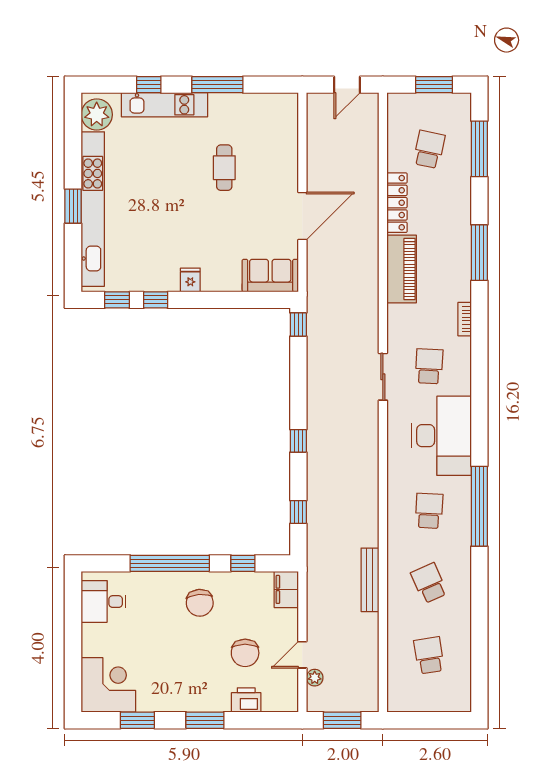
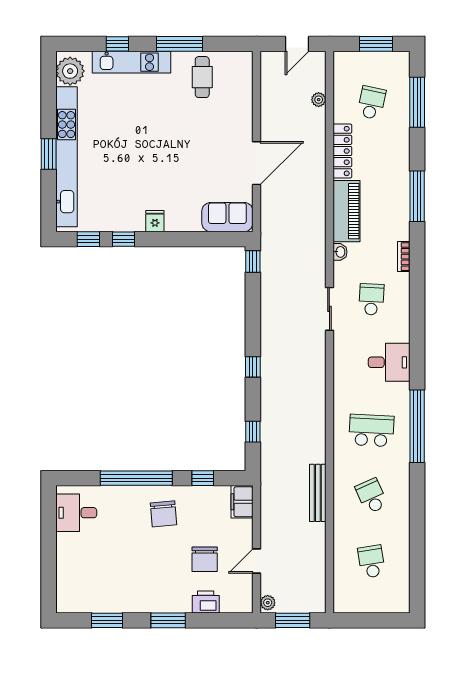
plant: (371, 146) -> (319, 100), added
cafe table: (224, 168) -> (202, 77), moved
washbasin: (394, 314) -> (340, 252), added
desk: (442, 436) -> (389, 362), width x0.53, depth x0.77
school desk: (429, 511) -> (371, 430), width x1.85
plant: (315, 678) -> (268, 603), moved
corner desk: (108, 685) -> (81, 588), removed

